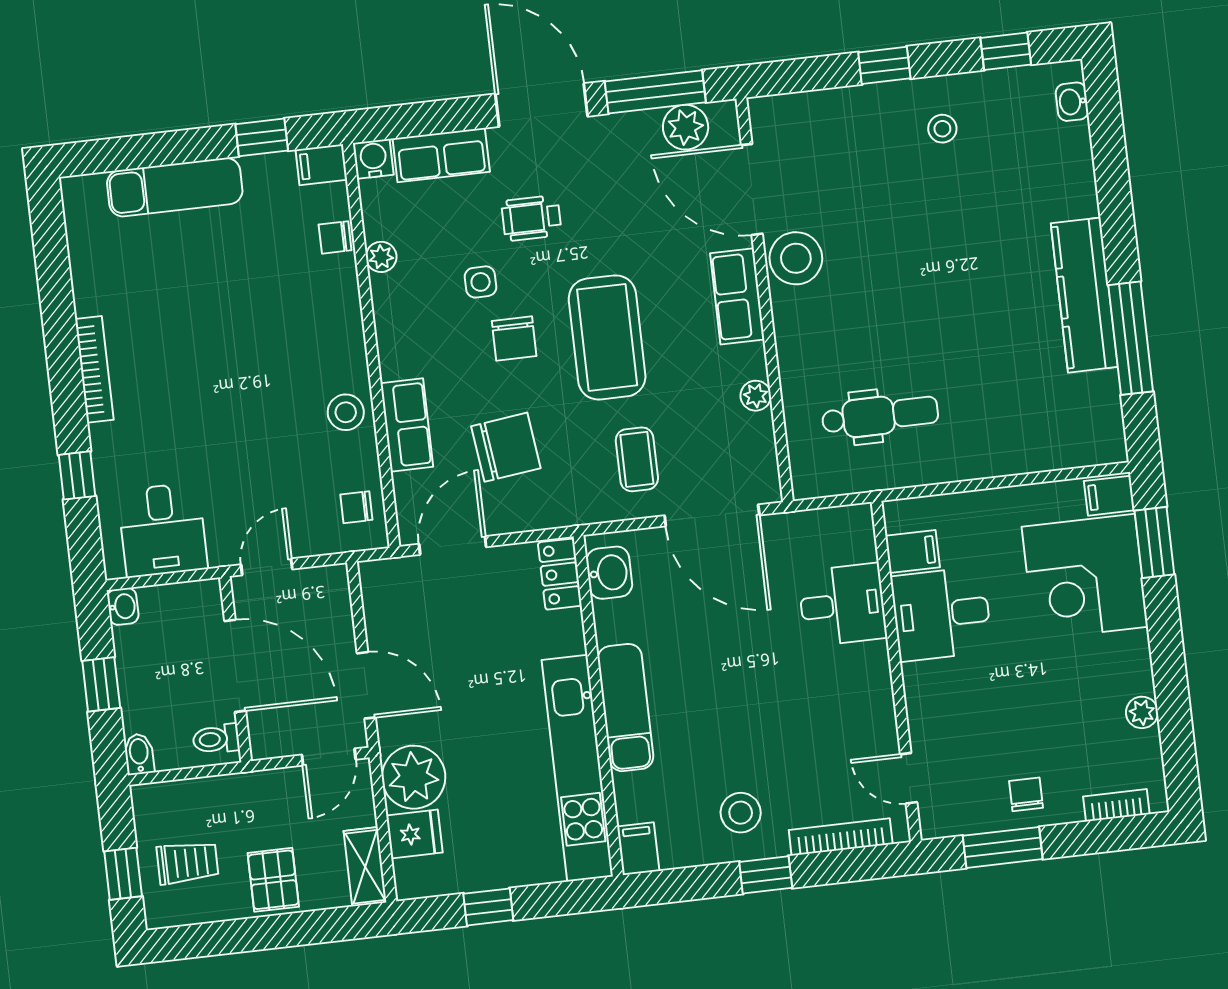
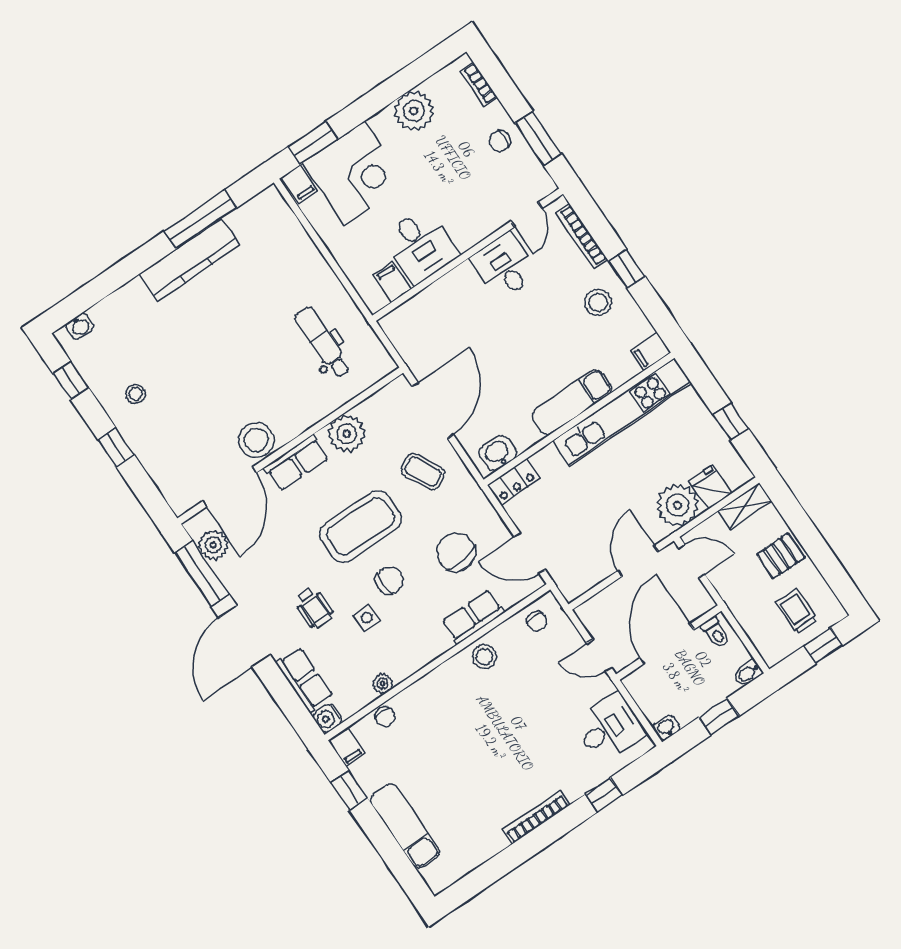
plant: (756, 396) -> (347, 434), width x1.88, depth x1.88
coffee table: (637, 459) -> (423, 472), turned 63
desk: (842, 605) -> (504, 266), moved
plant: (1142, 712) -> (414, 111), width x1.88, depth x1.88

